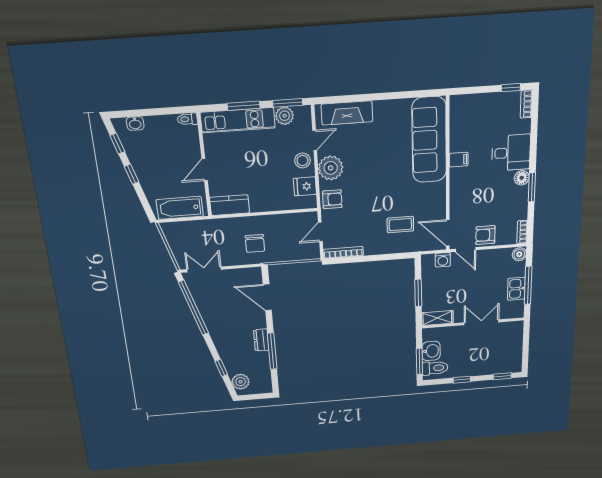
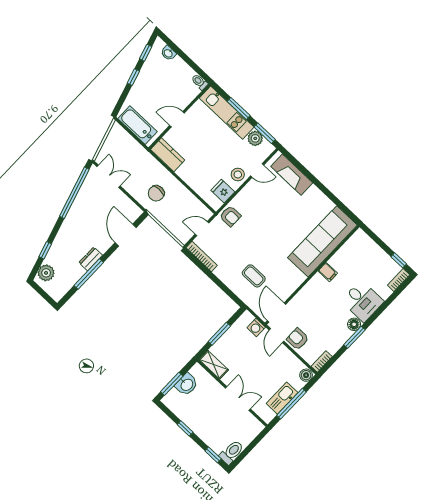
plant: (331, 168) -> (249, 196), removed
kitchen sink: (516, 289) -> (282, 398), width x1.38
toilet: (435, 368) -> (232, 452), moved, turned -90

